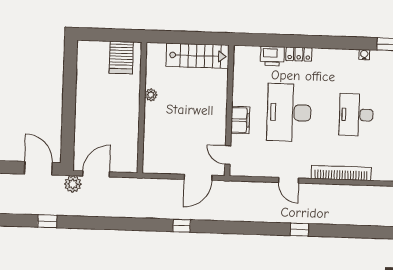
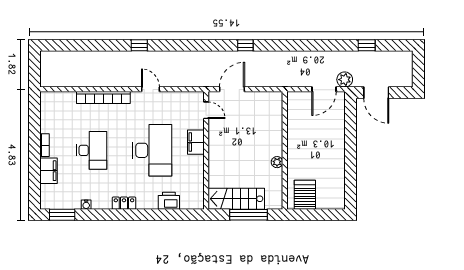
window: (184, 37) -> (249, 215), added
locker: (299, 54) -> (124, 203), moved

